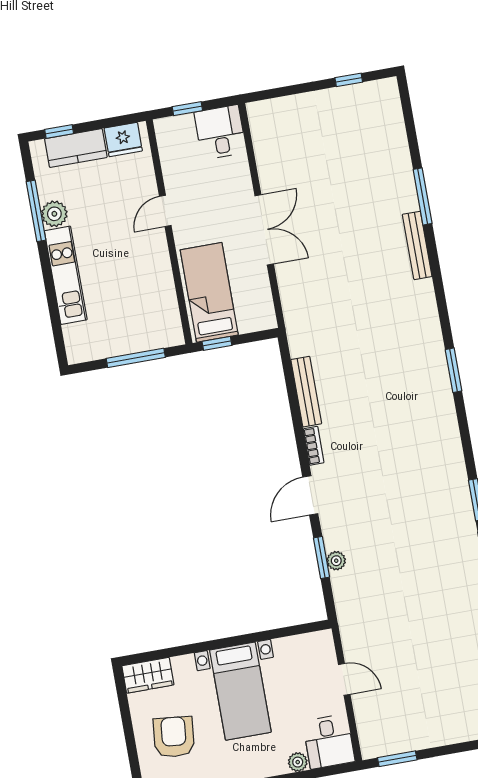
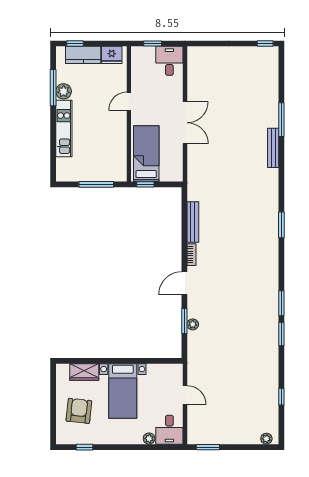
window: (349, 80) -> (265, 44), moved
wardrobe: (148, 675) -> (84, 372), moved

